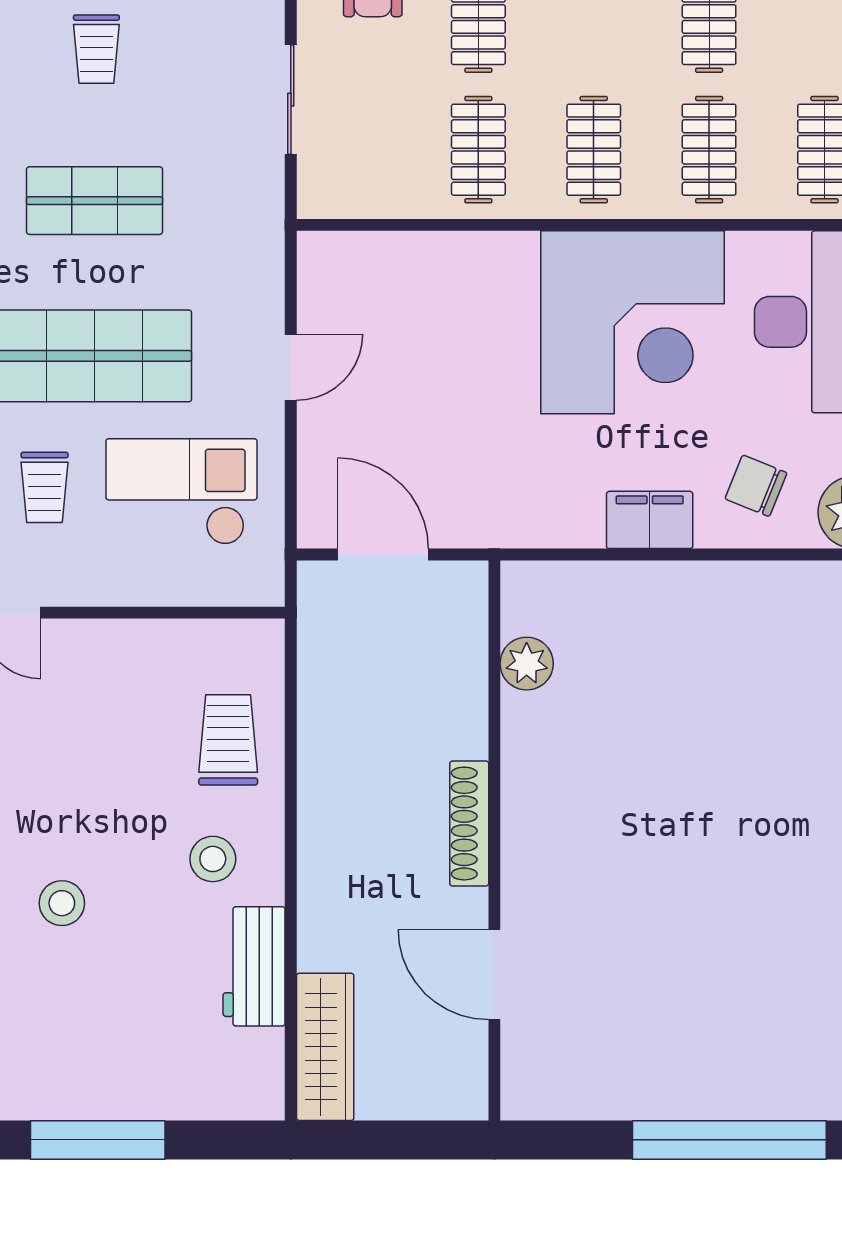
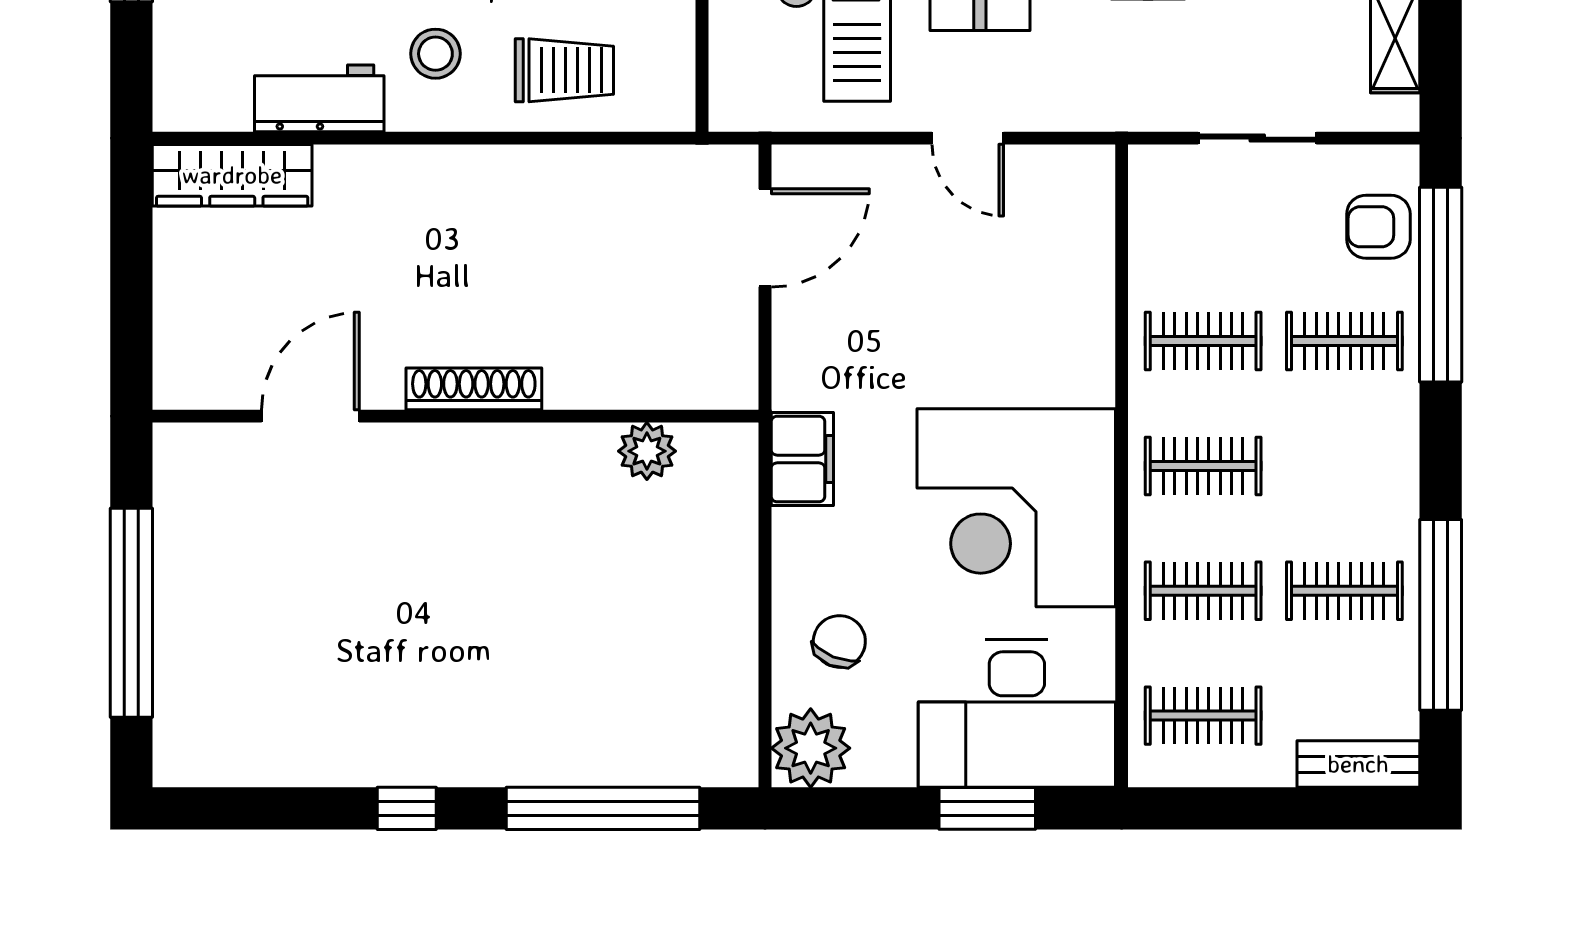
filing cabinet: (650, 520) -> (802, 459), moved
plant: (527, 664) -> (647, 451), moved
shoe rack: (469, 824) -> (474, 389), moved
wall: (494, 840) -> (456, 416), moved
door: (494, 975) -> (310, 416), moved

